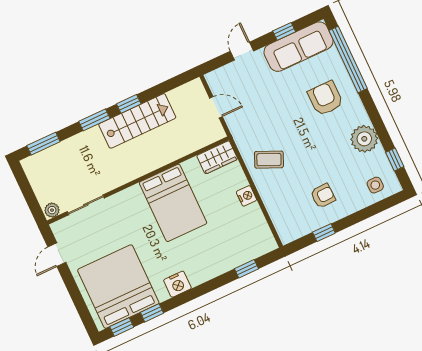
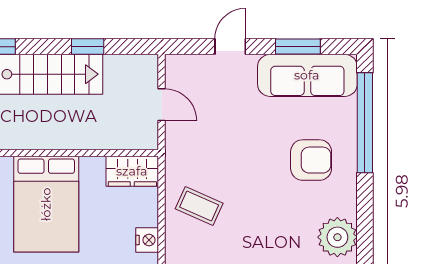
window: (284, 31) -> (298, 47), width x1.50
armchair: (325, 98) -> (311, 160), turned 90
window: (129, 104) -> (88, 47), moved

